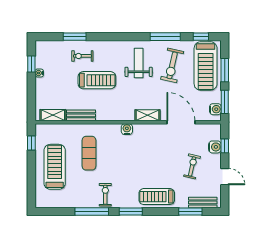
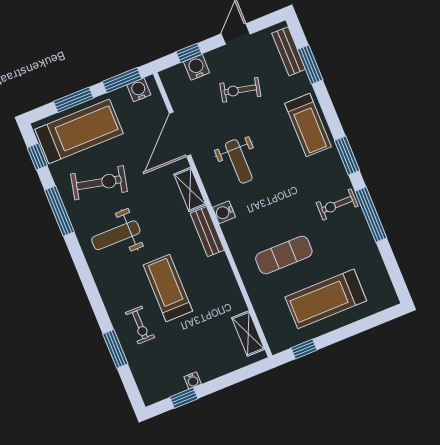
bench: (81, 115) -> (207, 232), moved
weight bench: (152, 149) -> (239, 161), added

